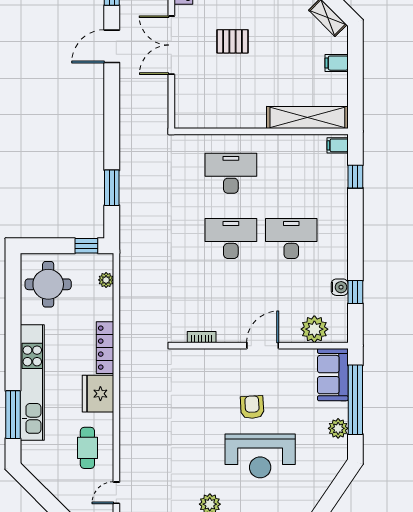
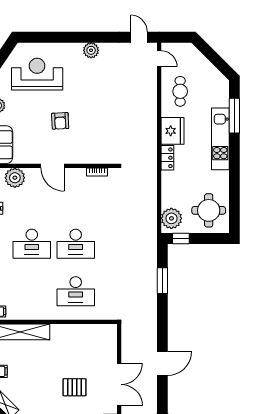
door: (112, 46) -> (162, 363), moved
plant: (106, 280) -> (171, 218), width x1.88, depth x1.88
door: (263, 346) -> (53, 166), hinge flipped
locker: (105, 348) -> (167, 158), width x0.66
kitchen unit: (32, 383) -> (220, 139), width x0.73
reception desk: (260, 456) -> (37, 74), moved
door: (116, 493) -> (159, 59), hinge flipped

